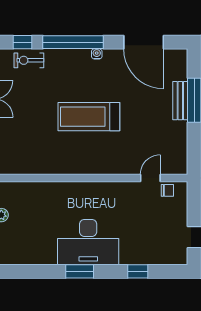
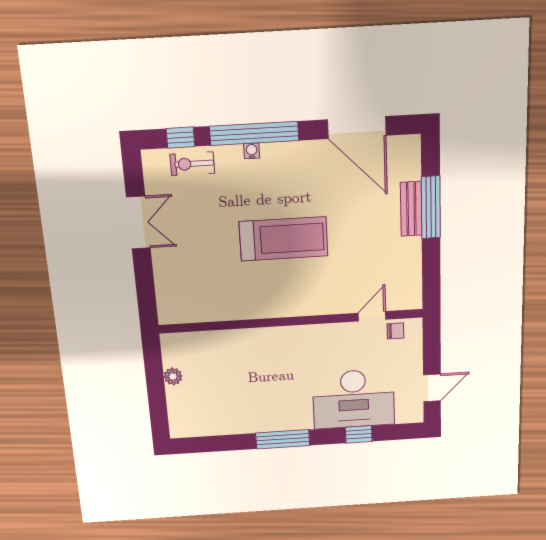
water cooler: (97, 54) -> (252, 151), moved
treadmill: (89, 117) -> (284, 239), turned 180
desk: (88, 242) -> (354, 399), moved
window: (80, 271) -> (283, 439), width x1.44

